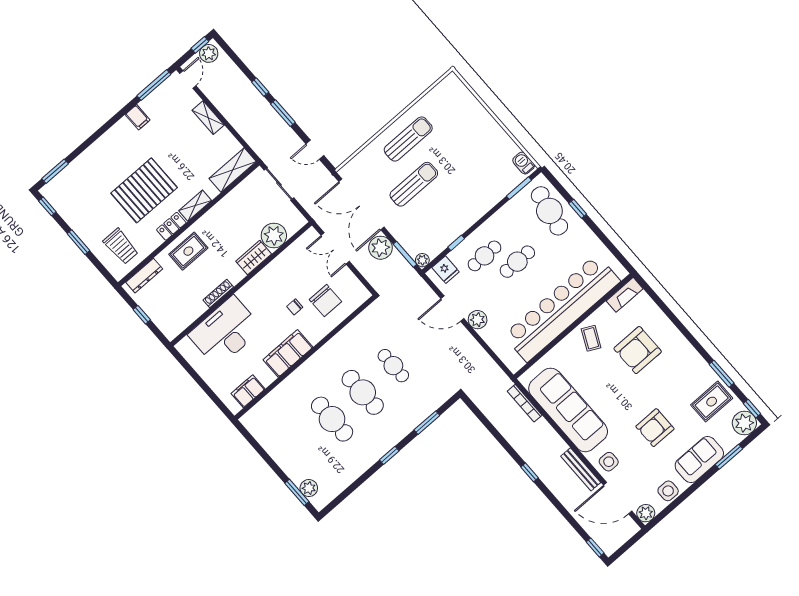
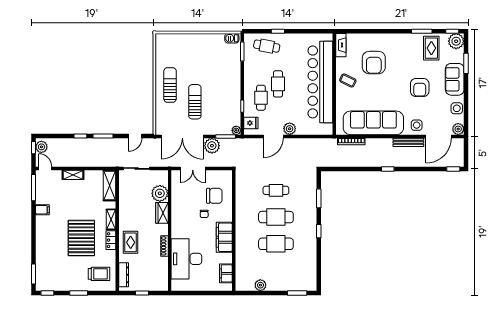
cafe table: (549, 211) -> (267, 46), width x0.73, depth x0.74
plant: (309, 488) -> (260, 285), moved

